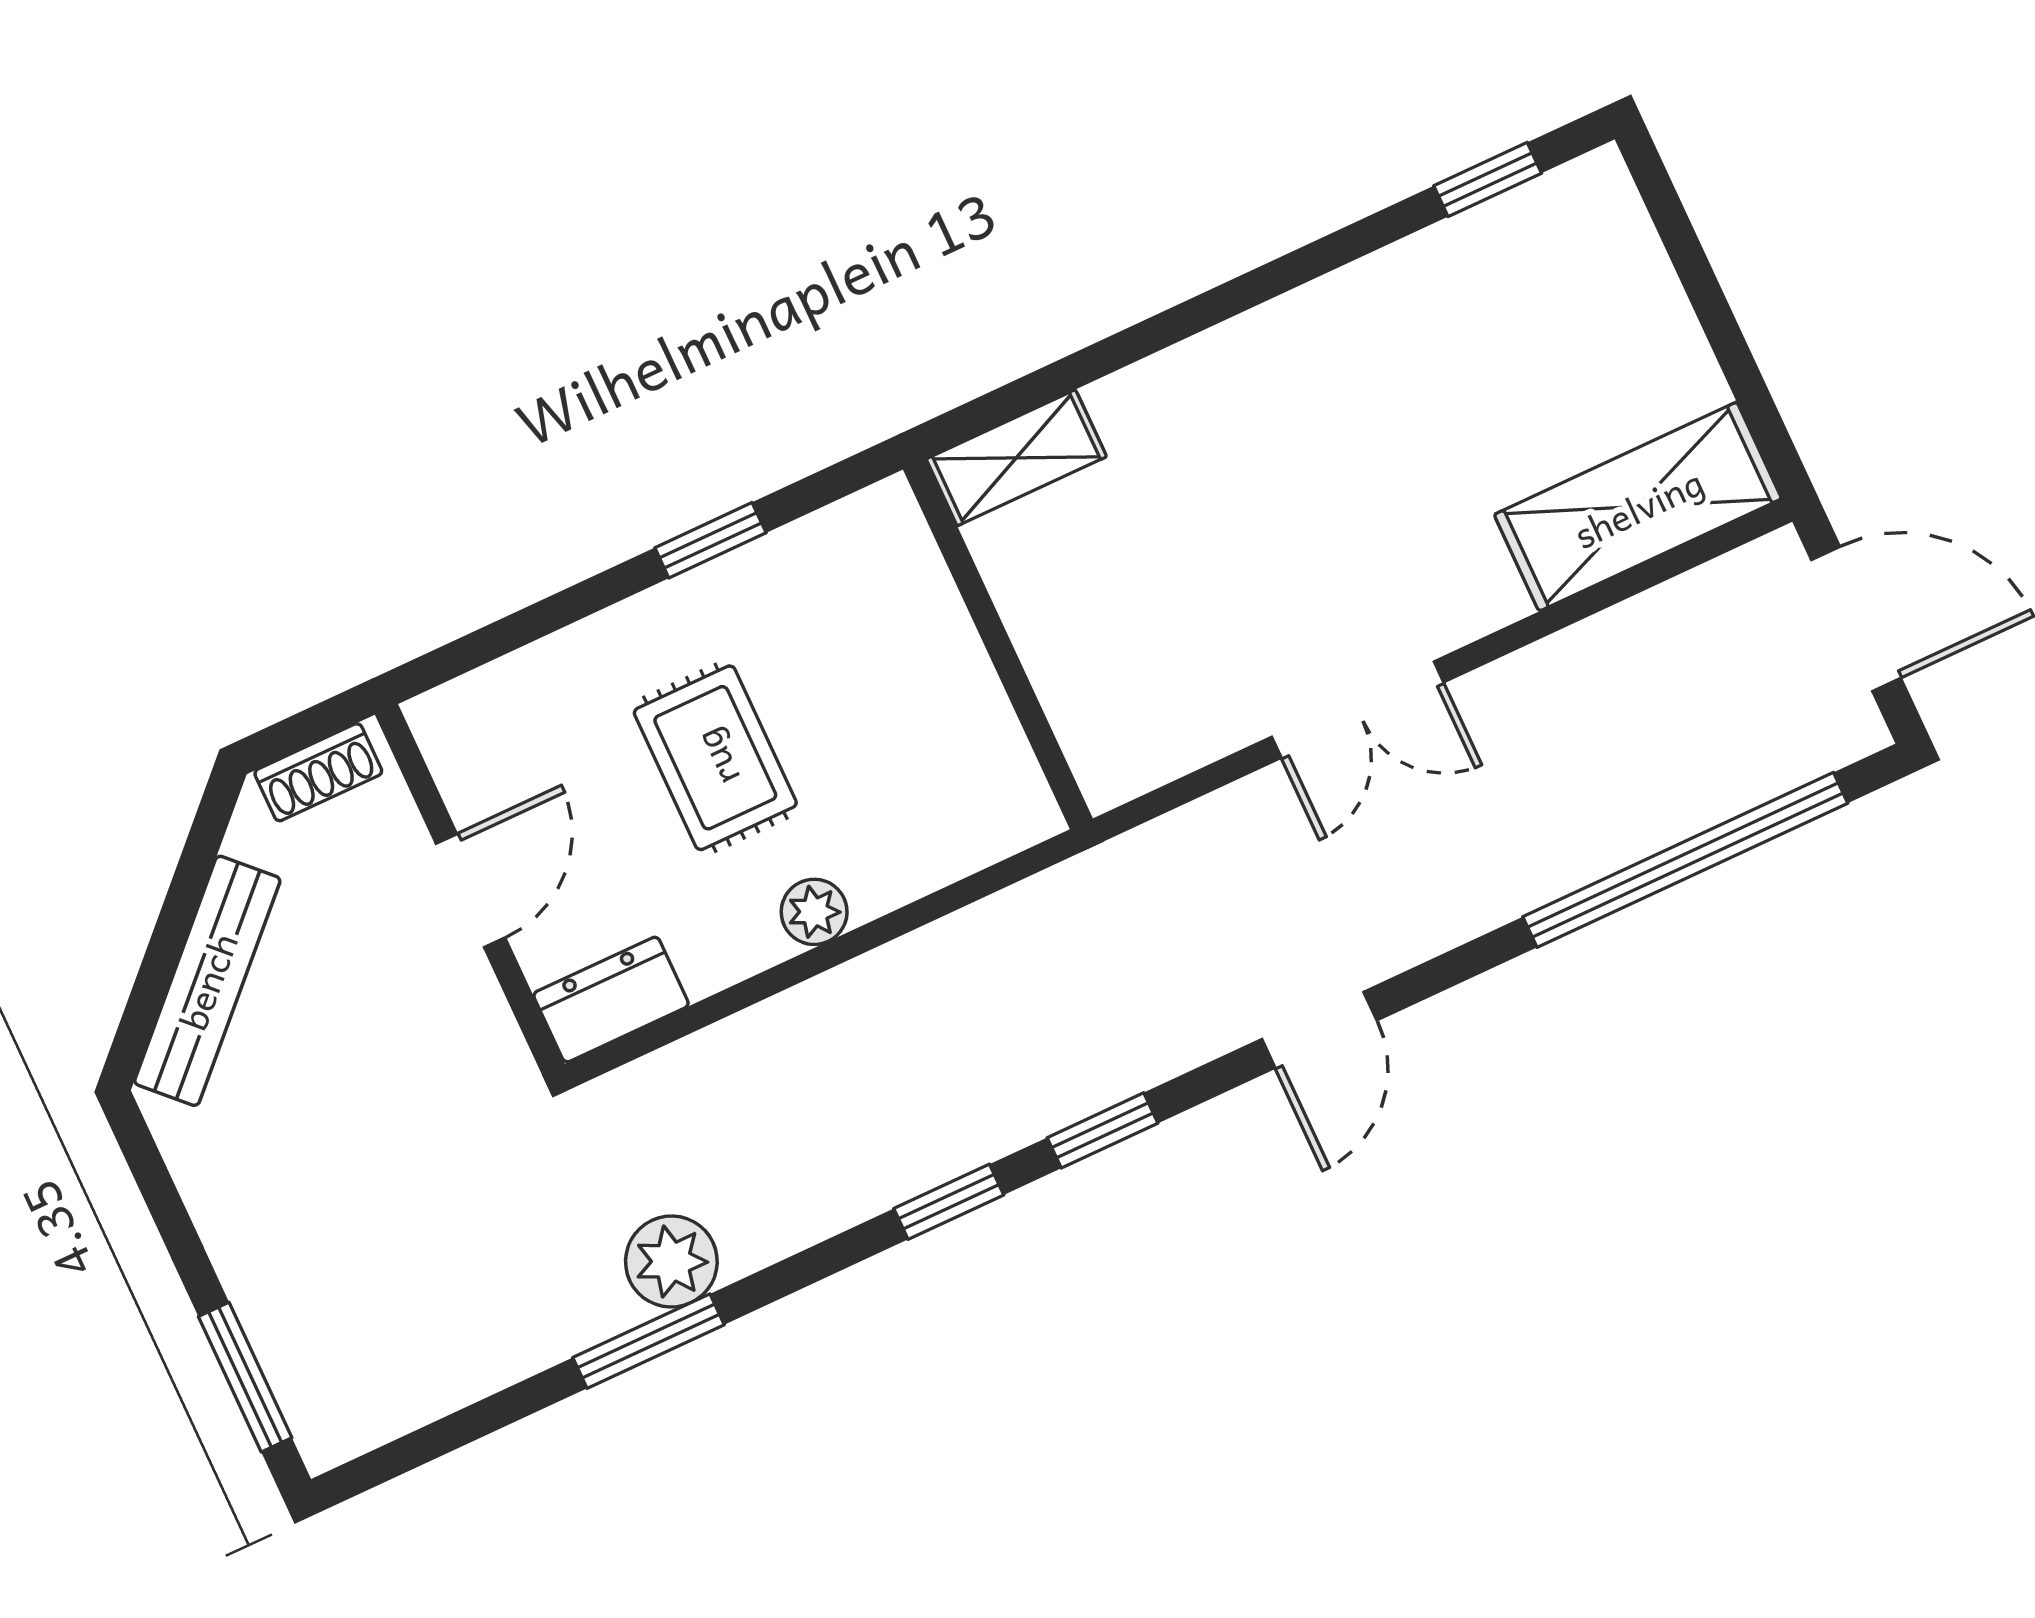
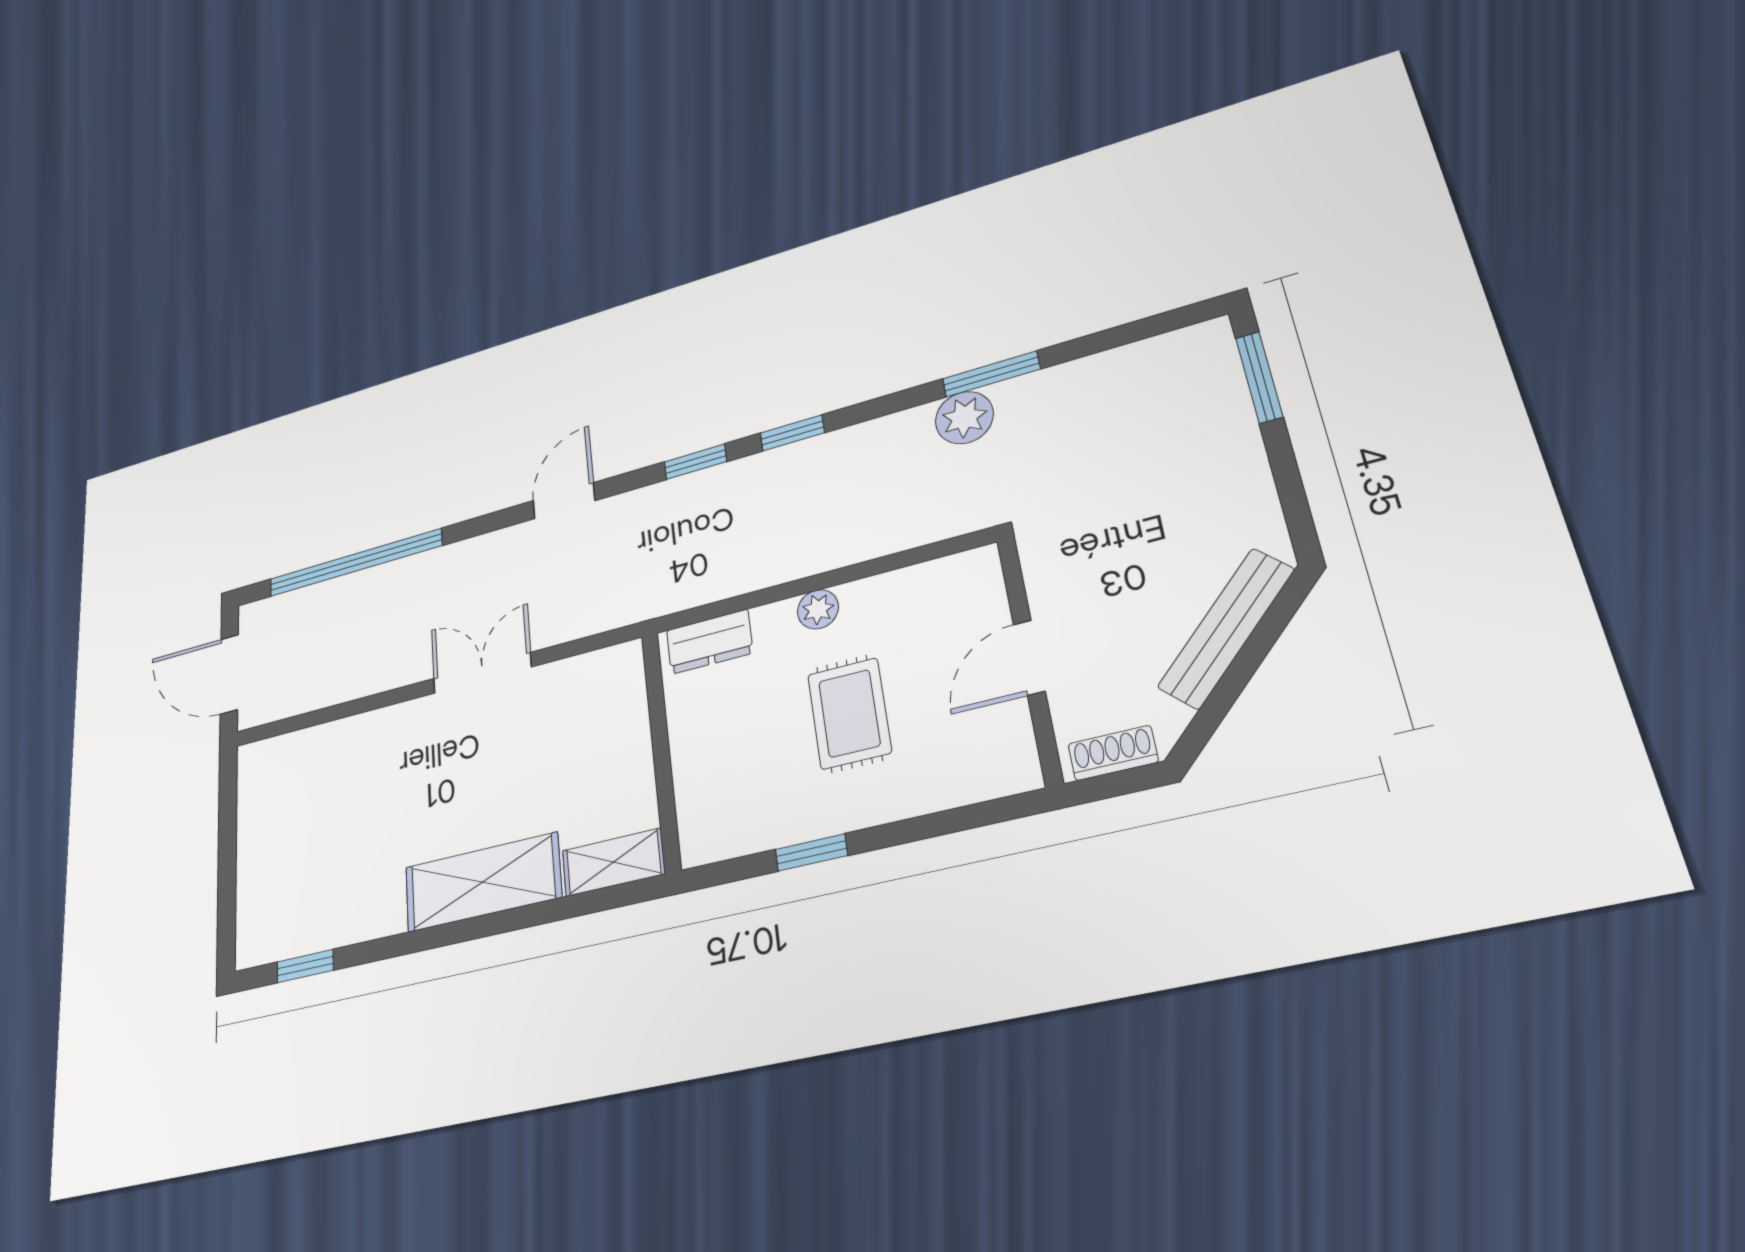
shelving: (1638, 507) -> (483, 882), moved
dresser: (611, 1000) -> (710, 642), moved

